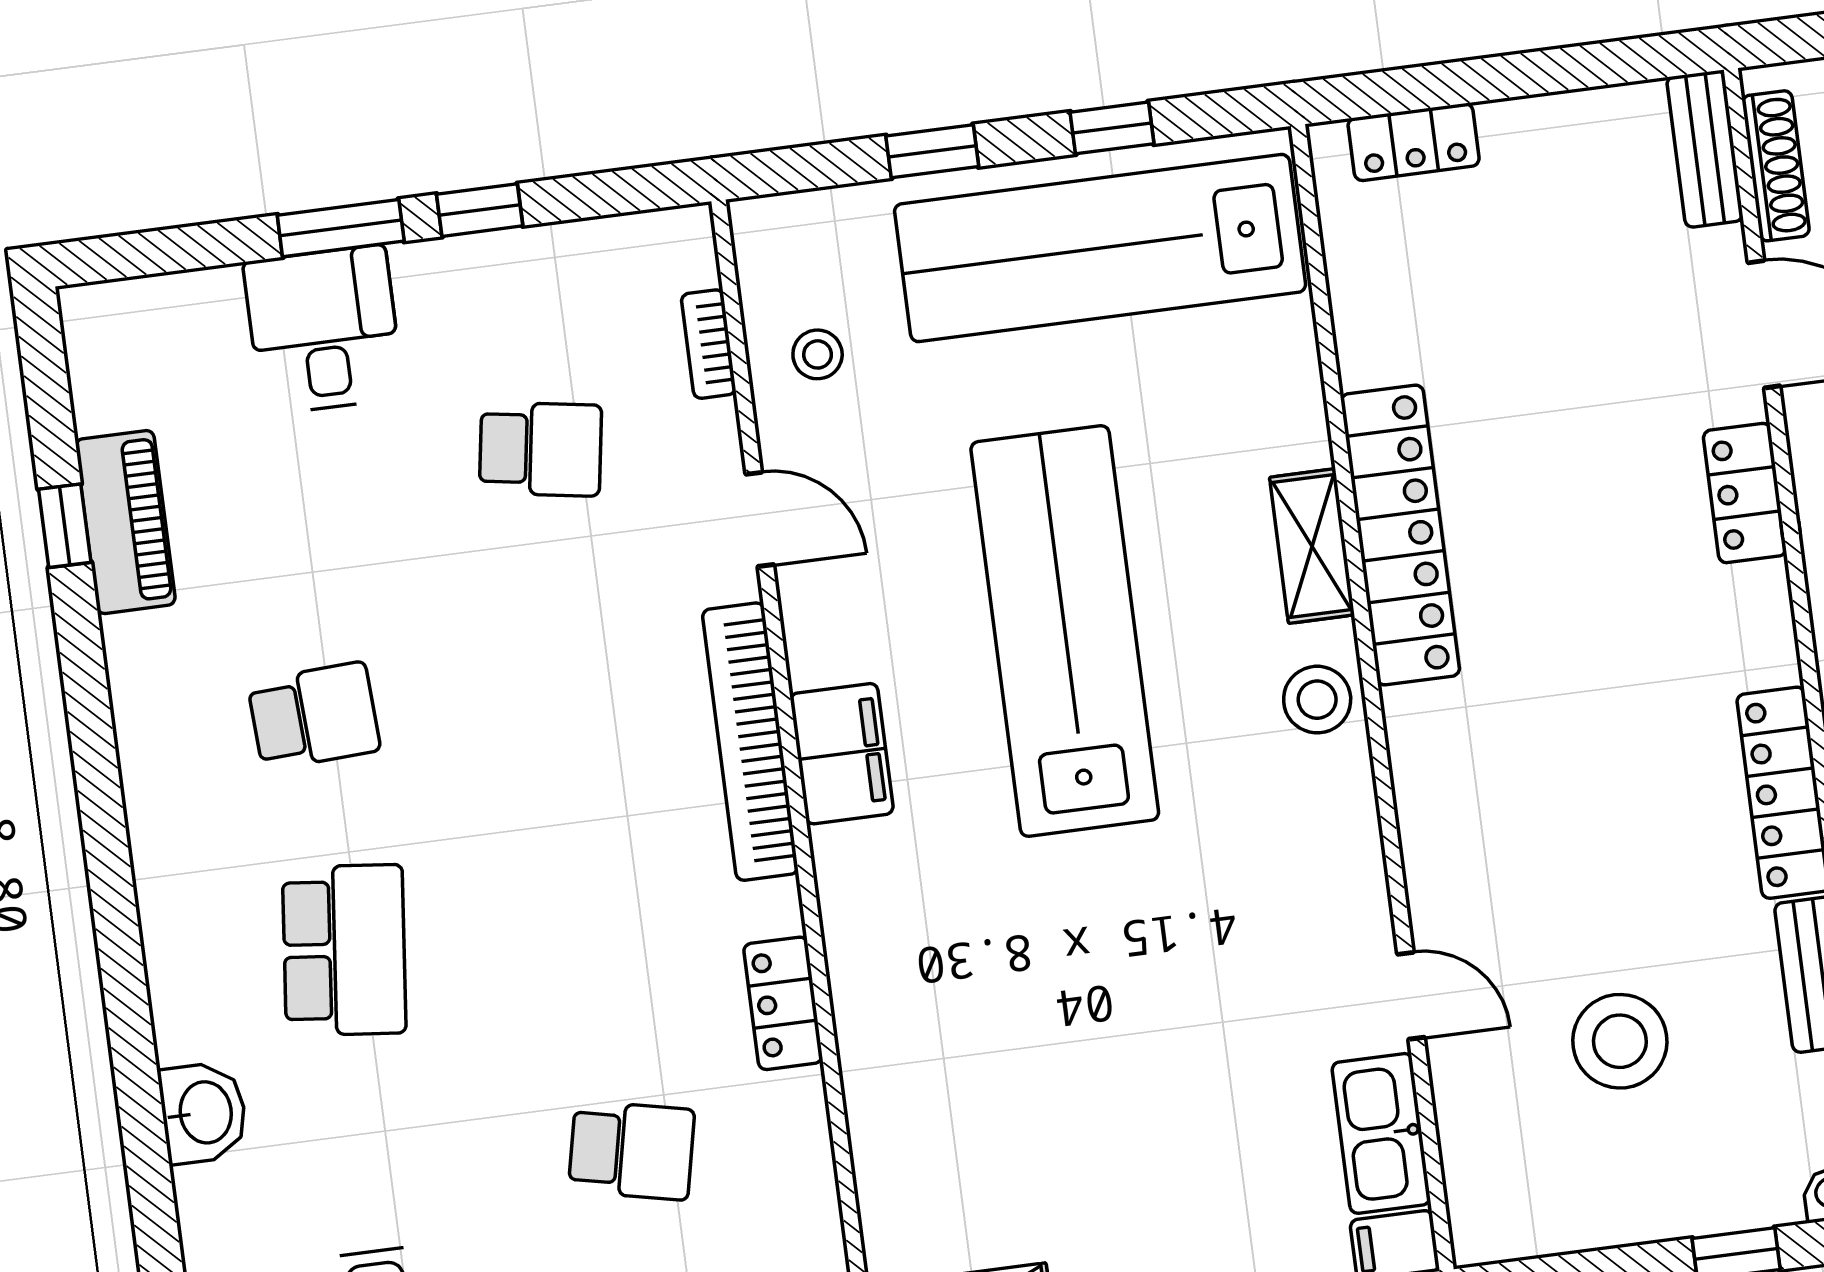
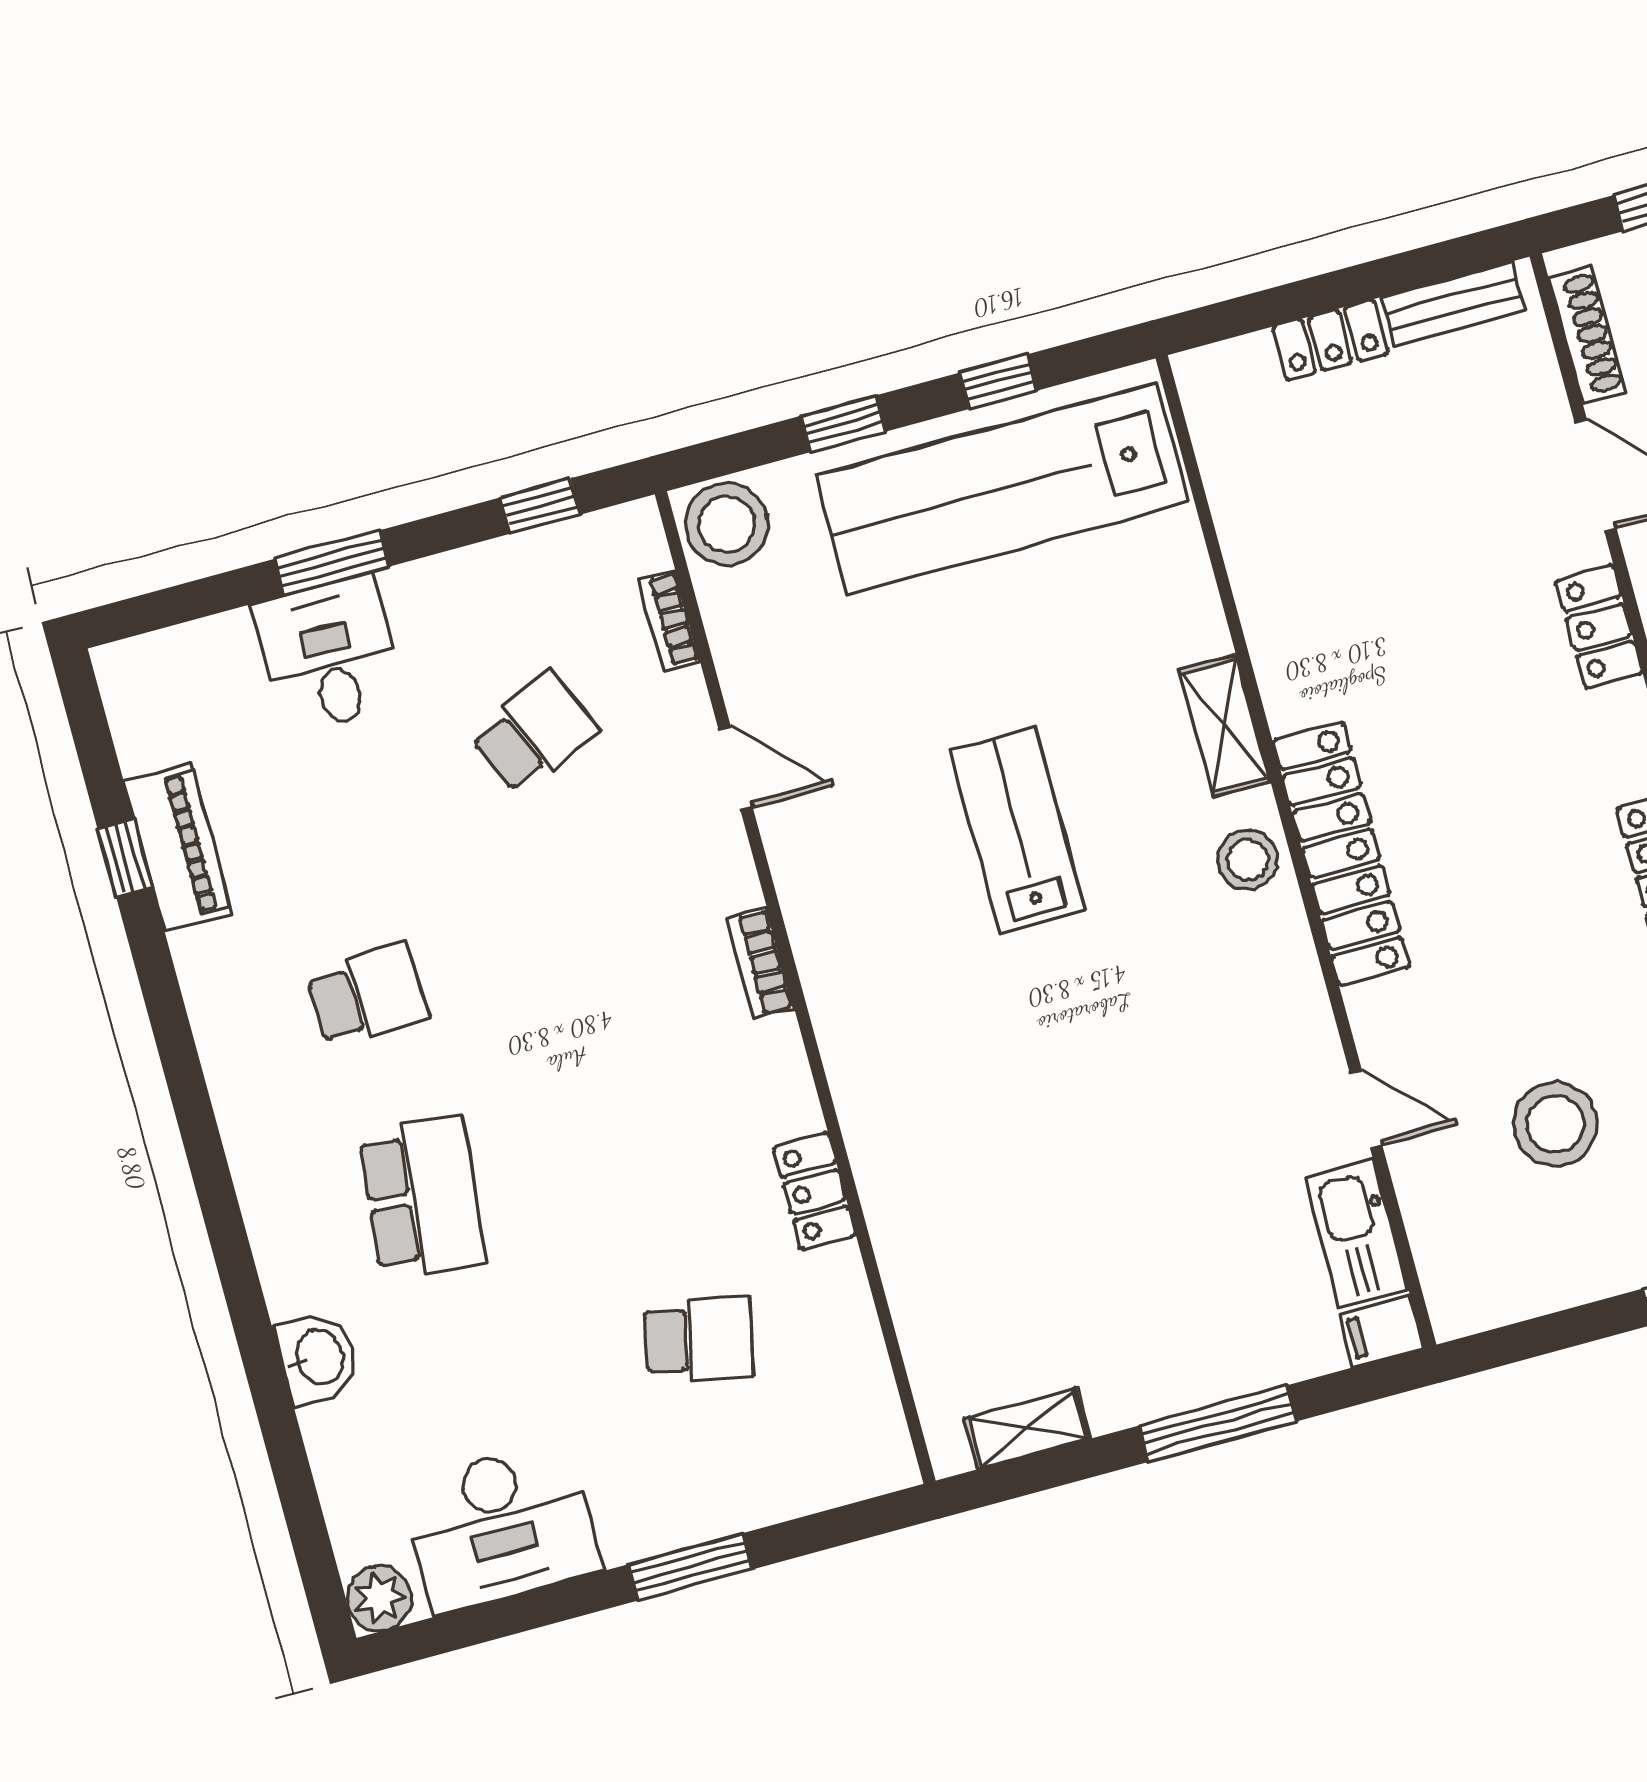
locker: (1414, 142) -> (1330, 340), moved
bench: (1705, 149) -> (1453, 304), moved, turned 90
window: (480, 210) -> (540, 506), moved
stool: (818, 354) -> (727, 524), moved, width x1.89, depth x1.89
school desk: (540, 449) -> (534, 733), turned -33
locker: (1400, 535) -> (1341, 854), moved
lab bench: (1065, 631) -> (1017, 830), width x0.54, depth x0.72
bookcase: (750, 742) -> (760, 963), width x0.43, depth x0.76
filing cabinet: (842, 754) -> (836, 965), removed

